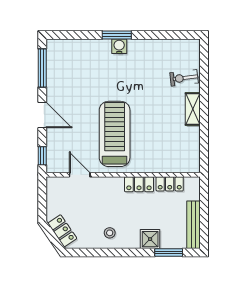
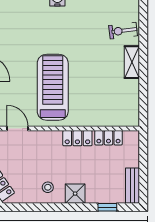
bench: (193, 225) -> (132, 186), width x0.73
shower: (150, 239) -> (75, 194), moved
window: (169, 253) -> (107, 207), width x0.67

